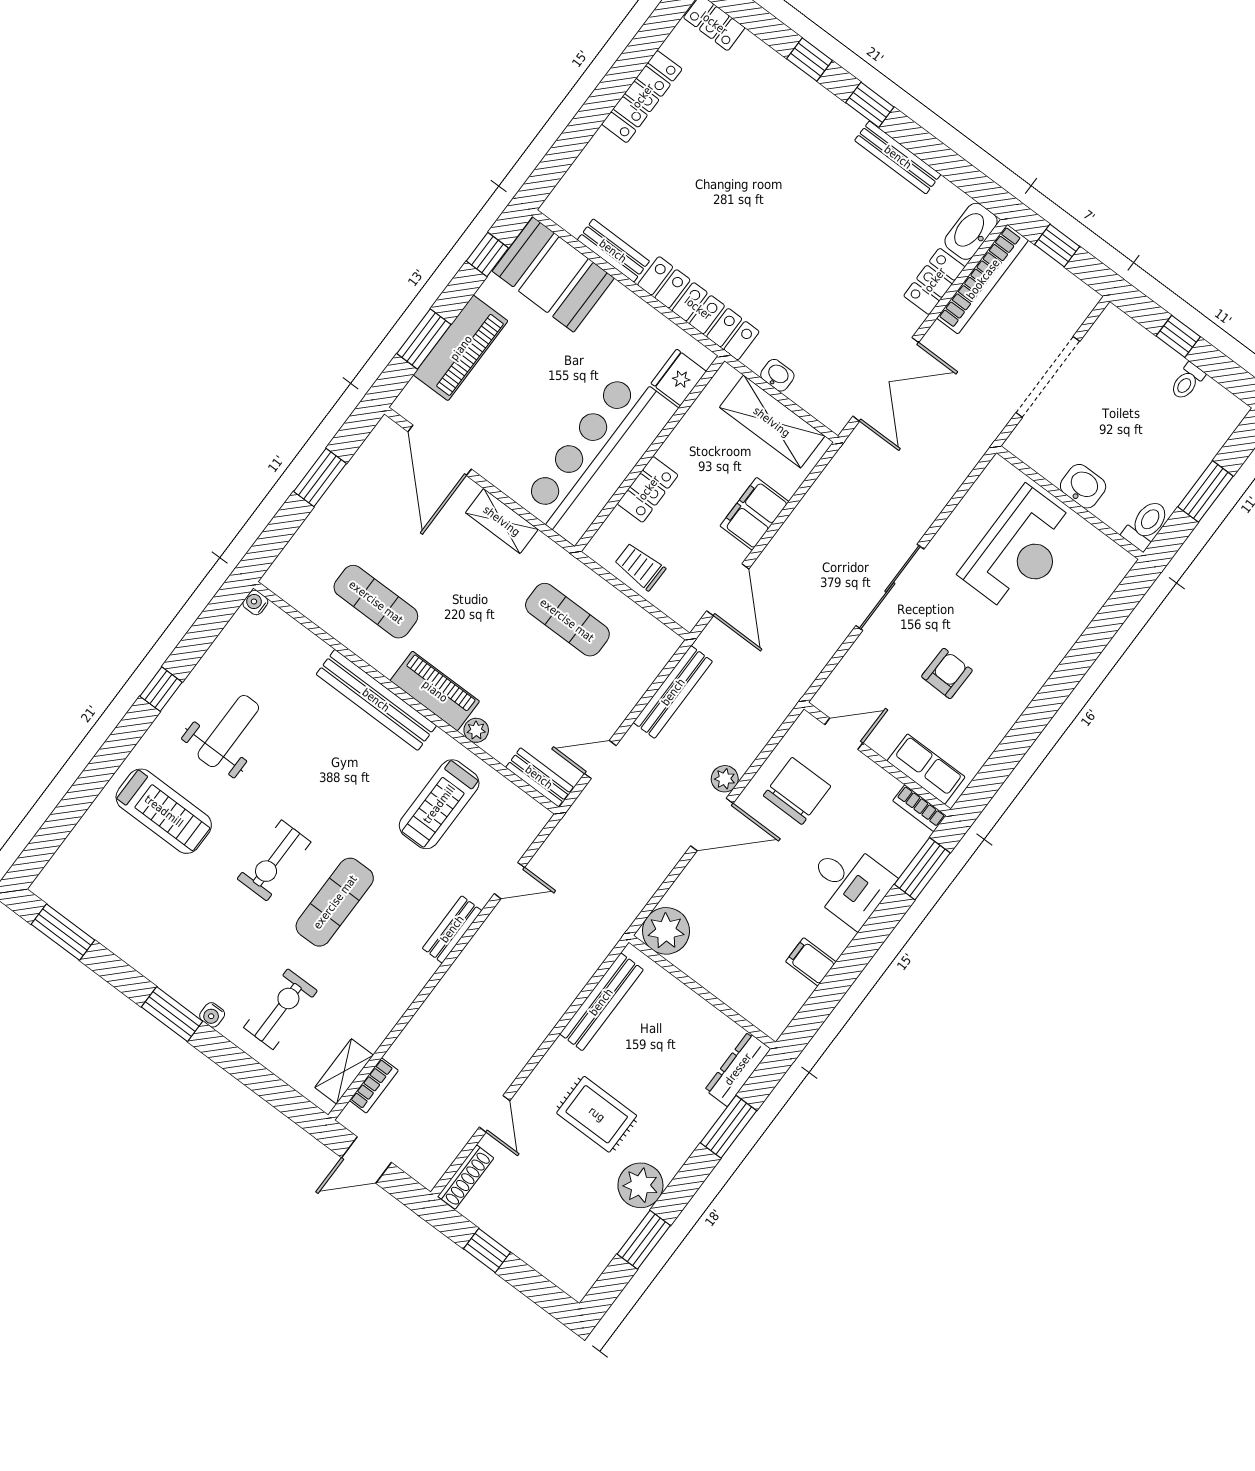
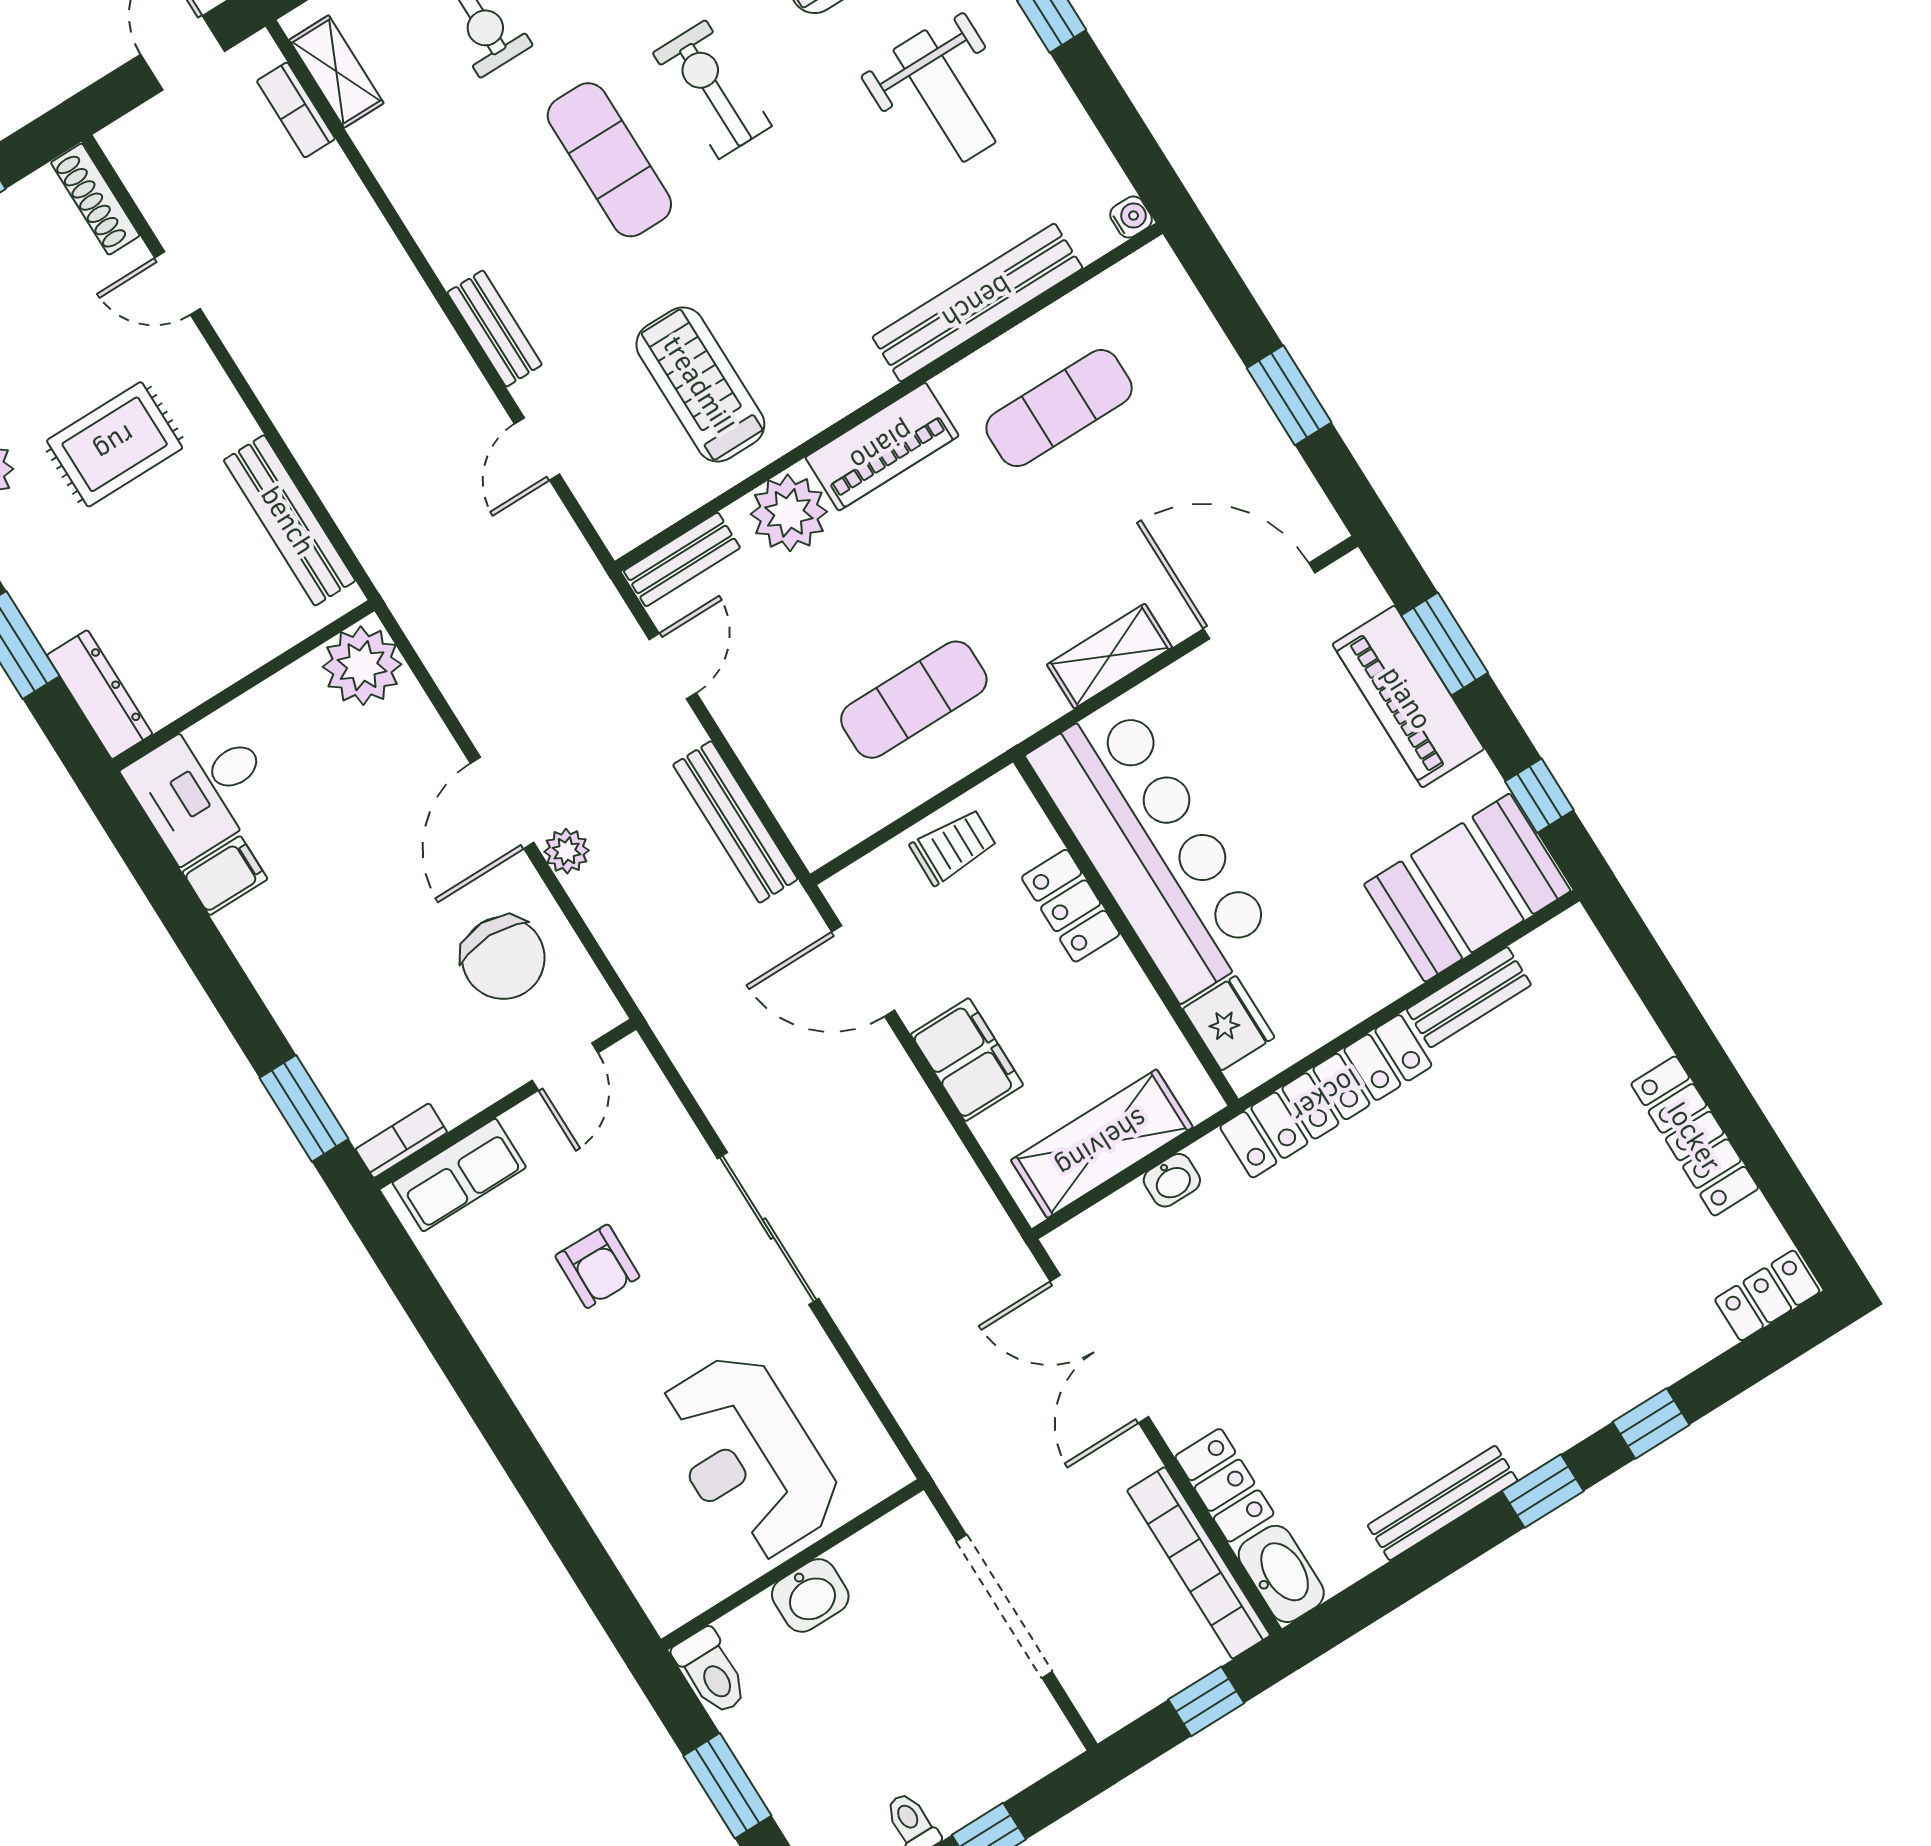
bench: (376, 700) -> (977, 303), moved
plant: (476, 730) -> (789, 513), width x1.88, depth x1.88
desk: (849, 884) -> (202, 787), moved

